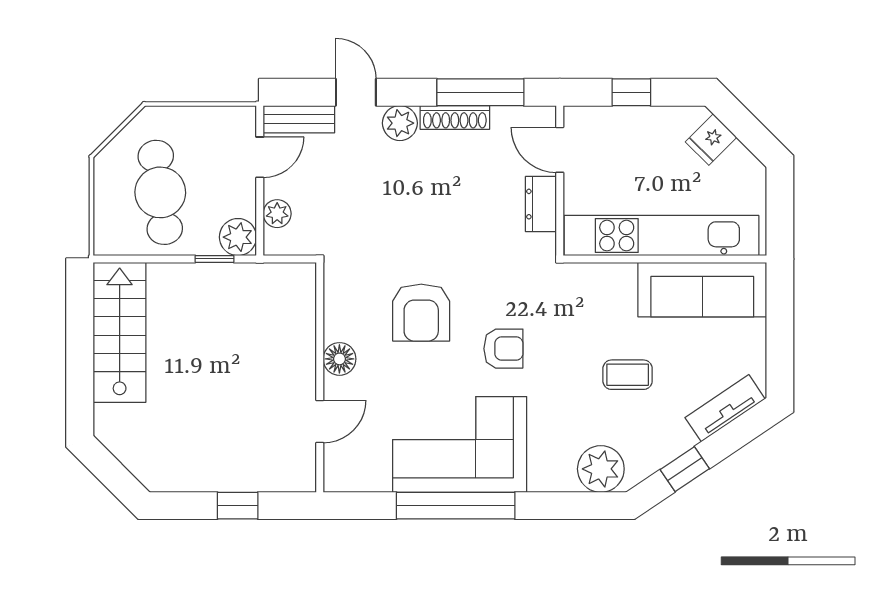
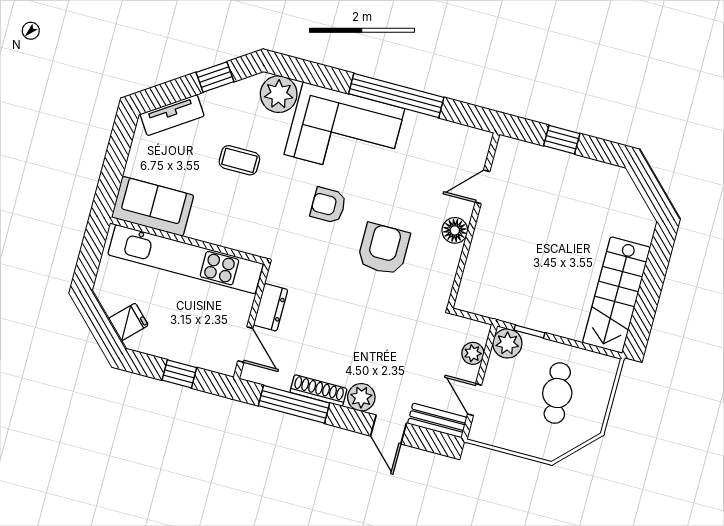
door: (260, 157) -> (475, 400), hinge flipped
cafe table: (160, 192) -> (557, 393), width x0.73, depth x0.74
sofa: (702, 290) -> (153, 206), width x0.73
corner sofa: (460, 444) -> (344, 132), moved

